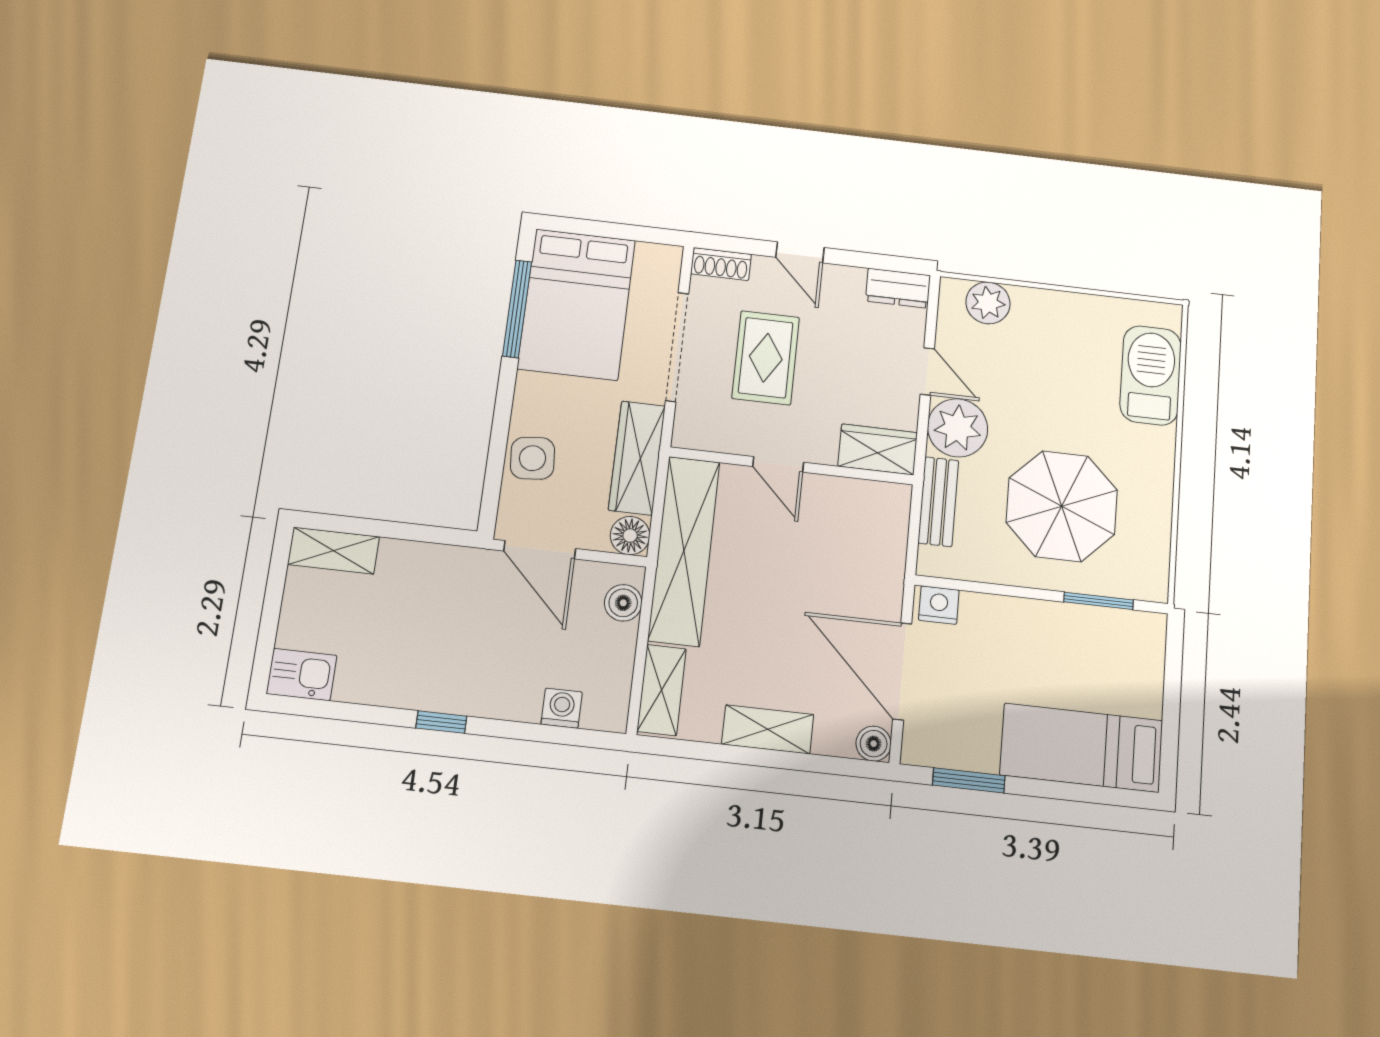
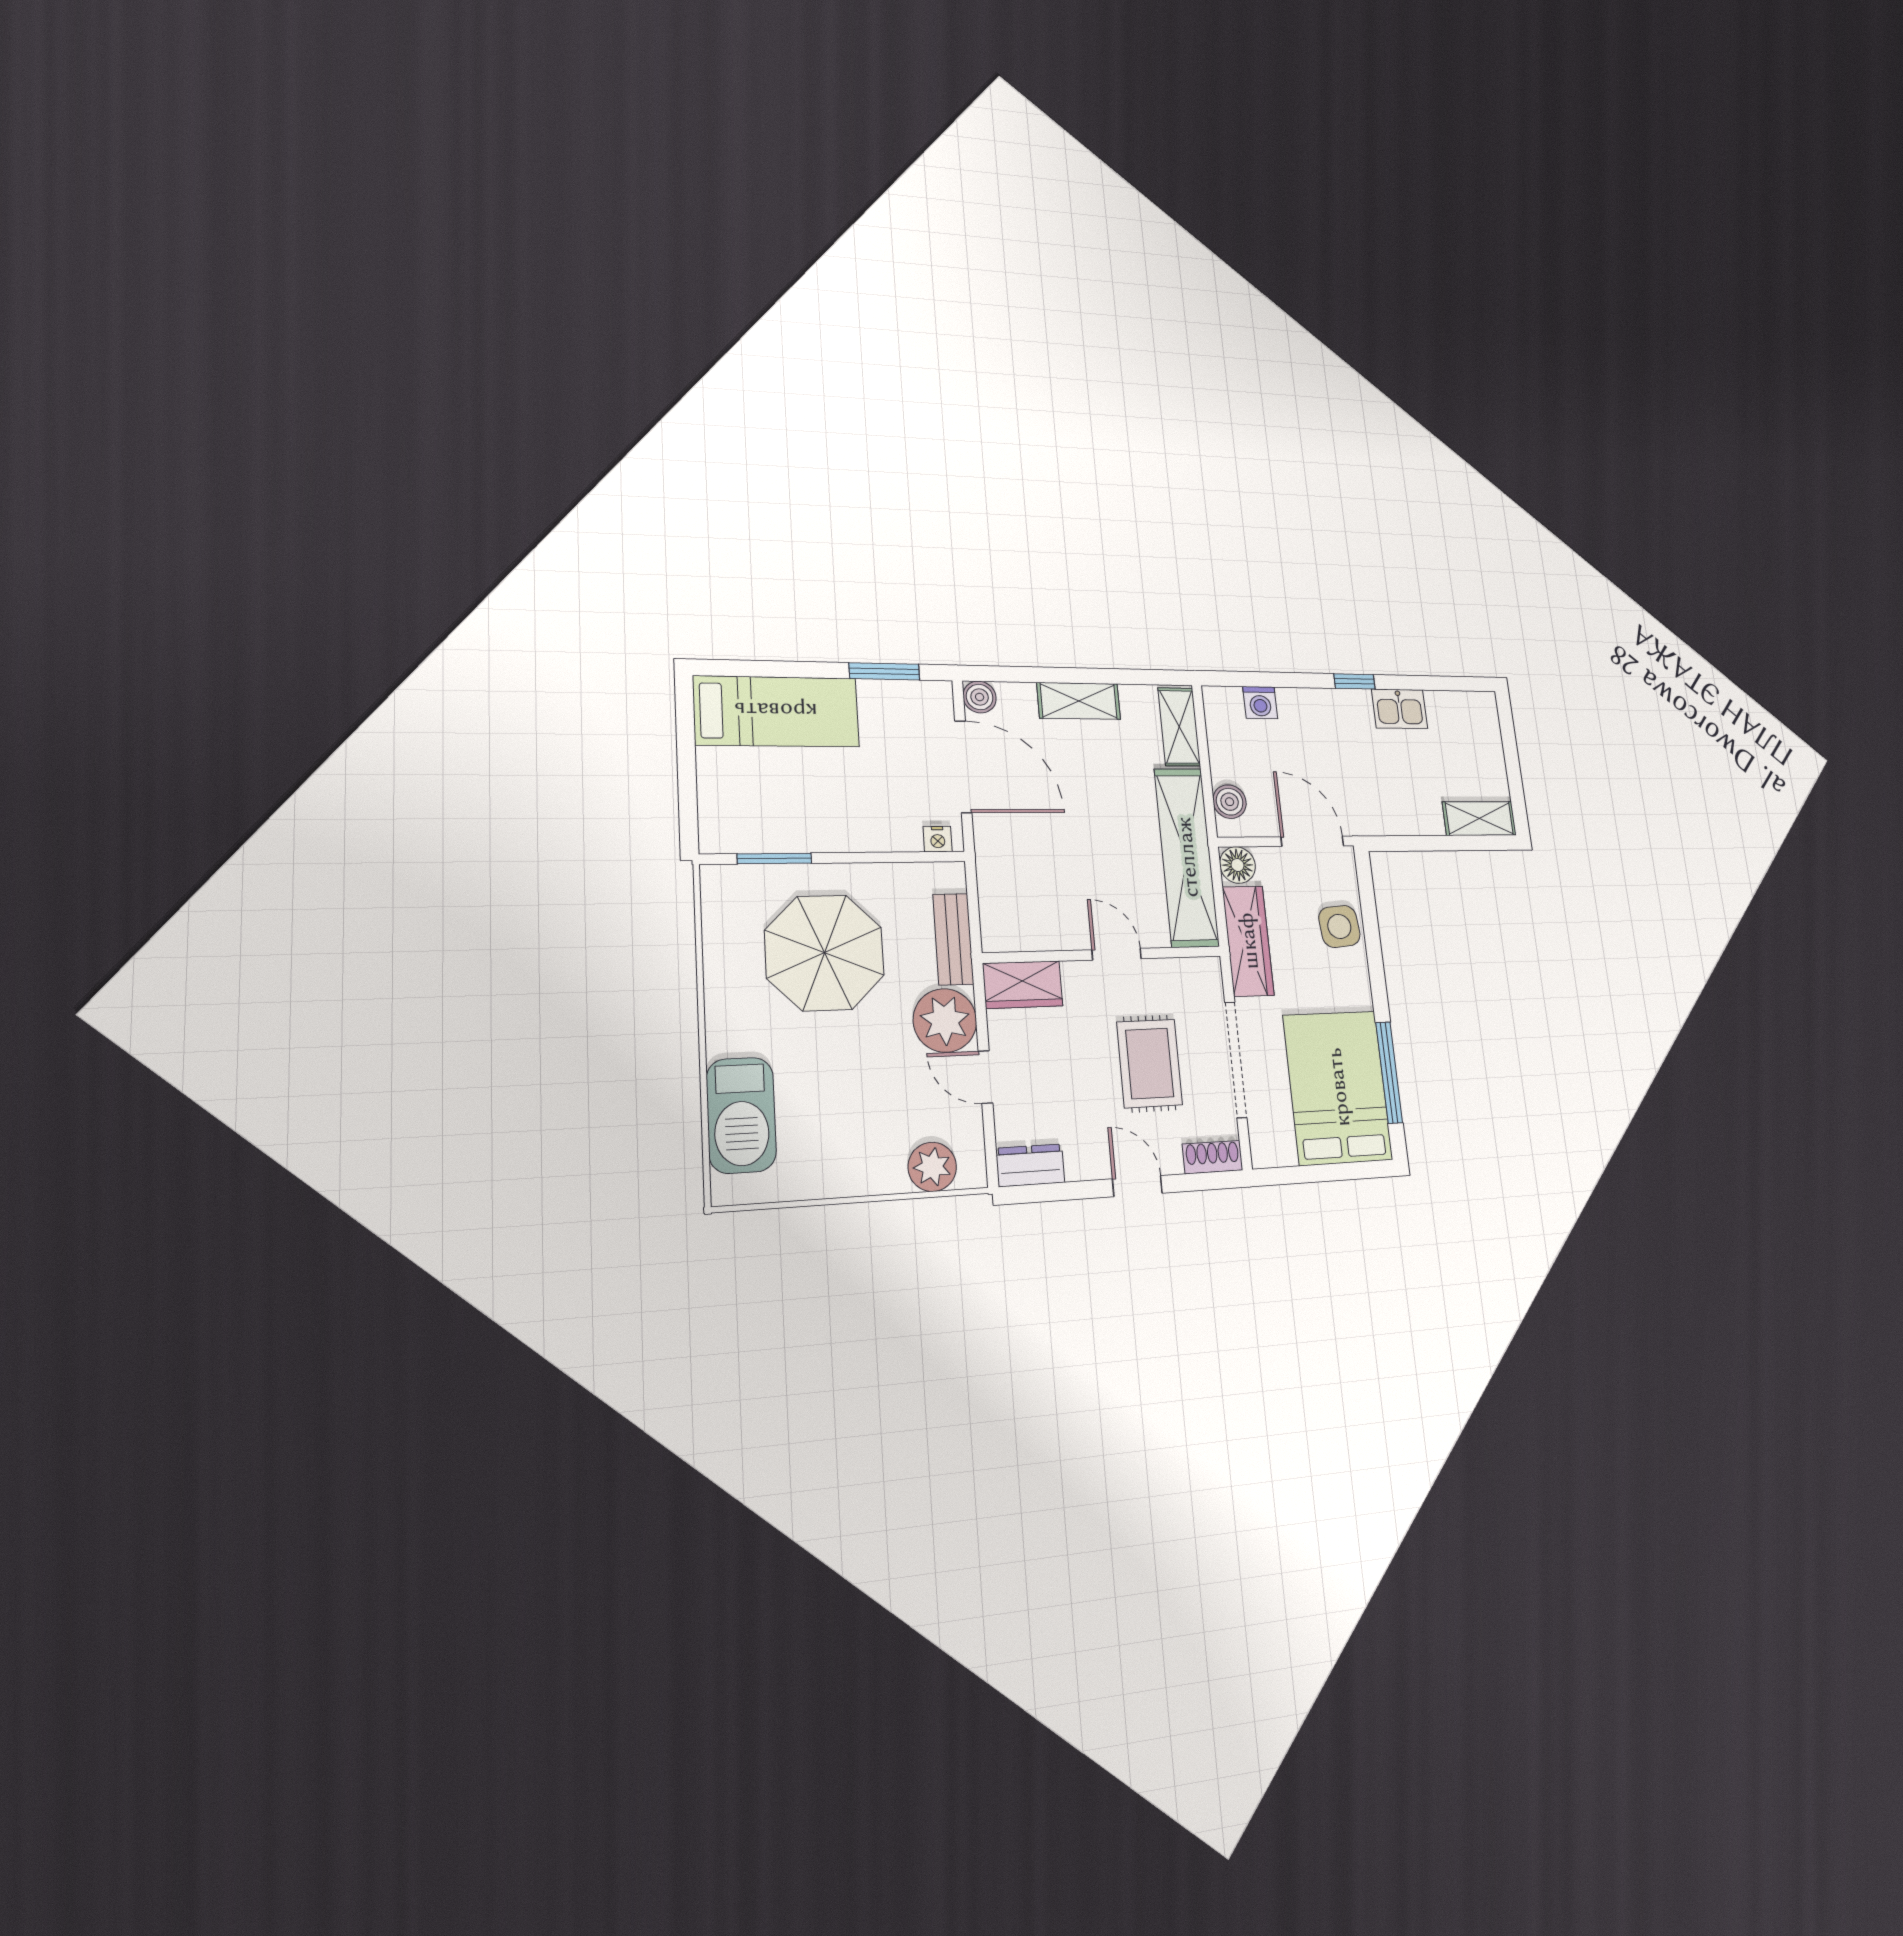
nightstand: (939, 605) -> (938, 839), width x0.72, depth x0.74
kitchen sink: (302, 675) -> (1400, 709), moved

